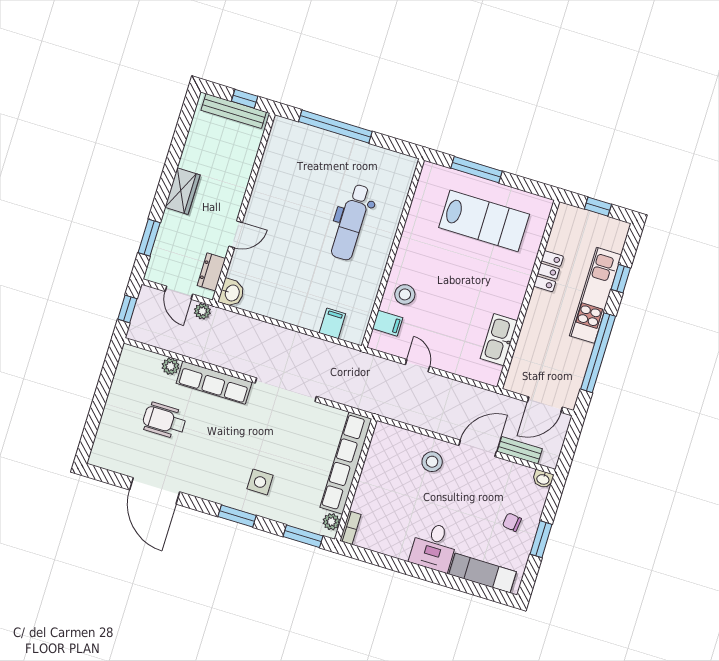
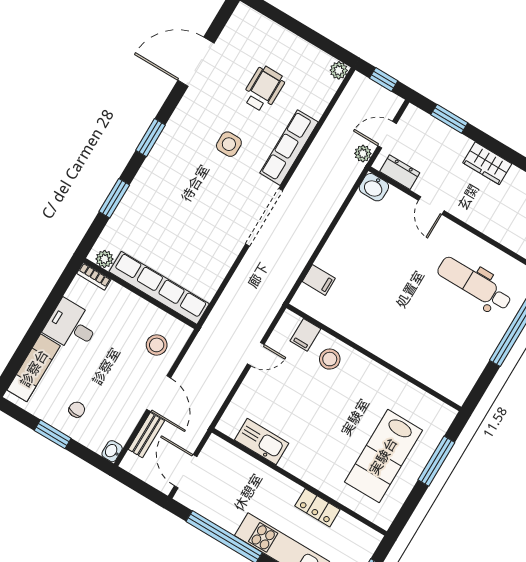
dental chair: (351, 222) -> (474, 284), moved
plant: (170, 366) -> (339, 70), moved
row of seats: (346, 463) -> (159, 288), moved
wall: (356, 480) -> (140, 294), moved
side table: (260, 482) -> (229, 144), moved
plant: (331, 522) -> (104, 259), moved
bookcase: (350, 528) -> (94, 276), moved

